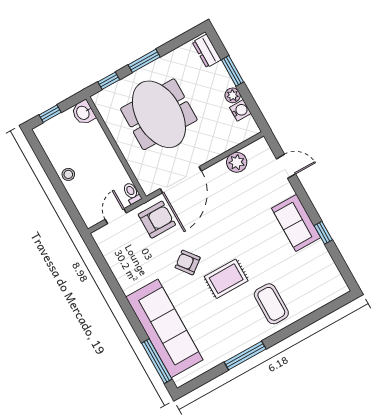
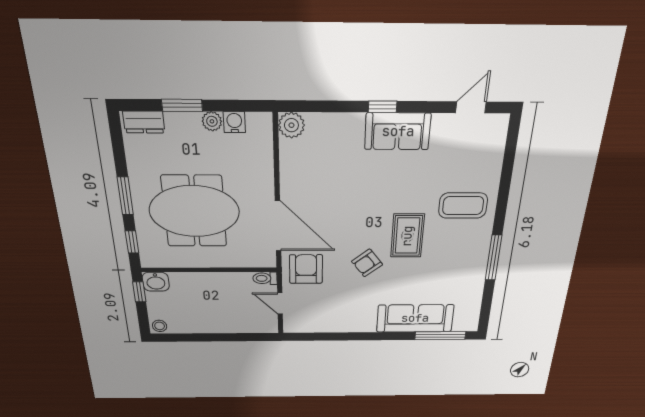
window: (50, 114) -> (139, 292), moved
plant: (237, 162) -> (291, 125), moved
door: (286, 166) -> (471, 107), moved
stool: (68, 174) -> (160, 326), moved
window: (323, 233) -> (383, 107), moved
sofa: (164, 328) -> (415, 318), width x0.74, depth x0.79

